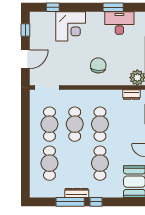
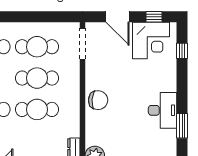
desk: (119, 23) -> (163, 110), moved
corner desk: (71, 26) -> (151, 40), moved, turned -90
chair: (98, 65) -> (98, 100), moved

